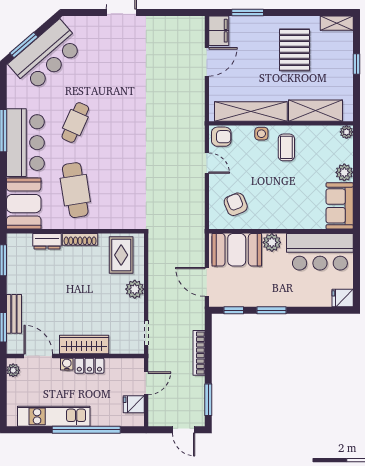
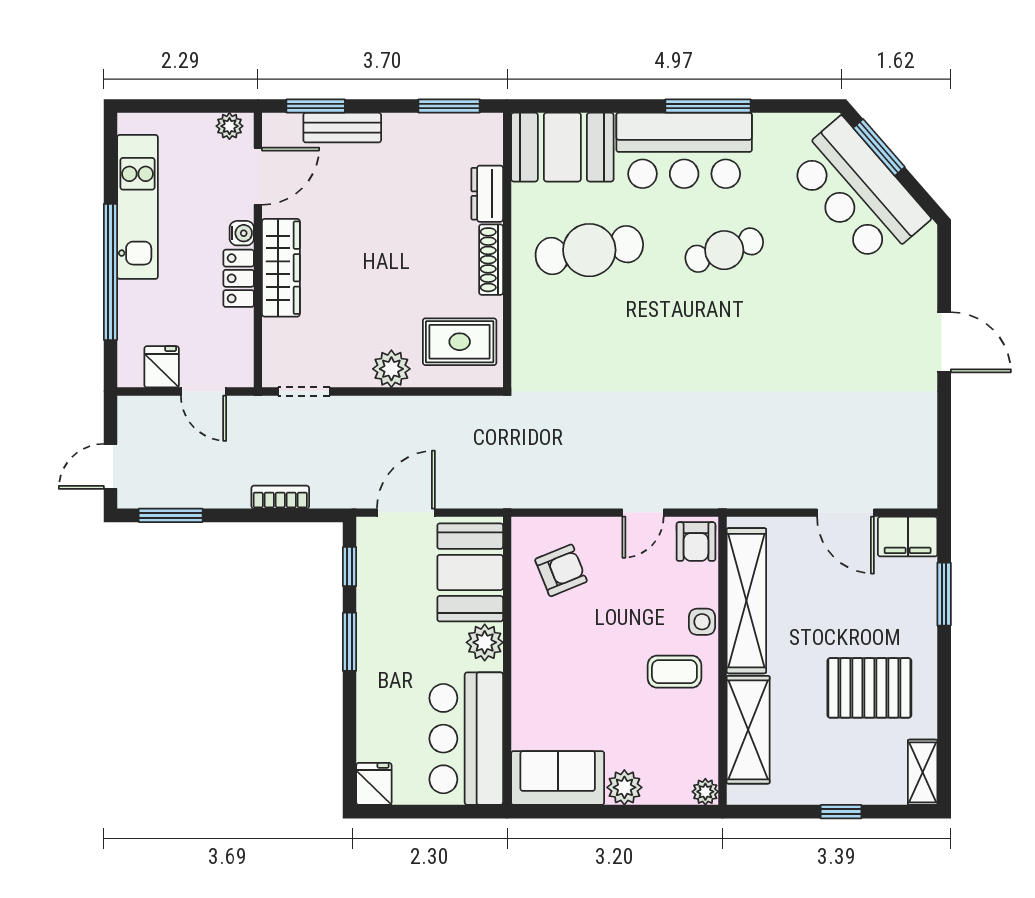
cafe table: (75, 123) -> (724, 250), turned -42
bookcase: (199, 353) -> (280, 497), width x0.64

